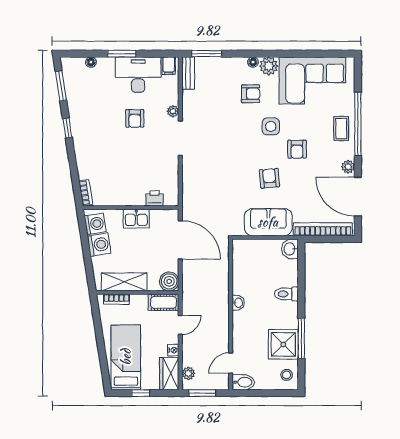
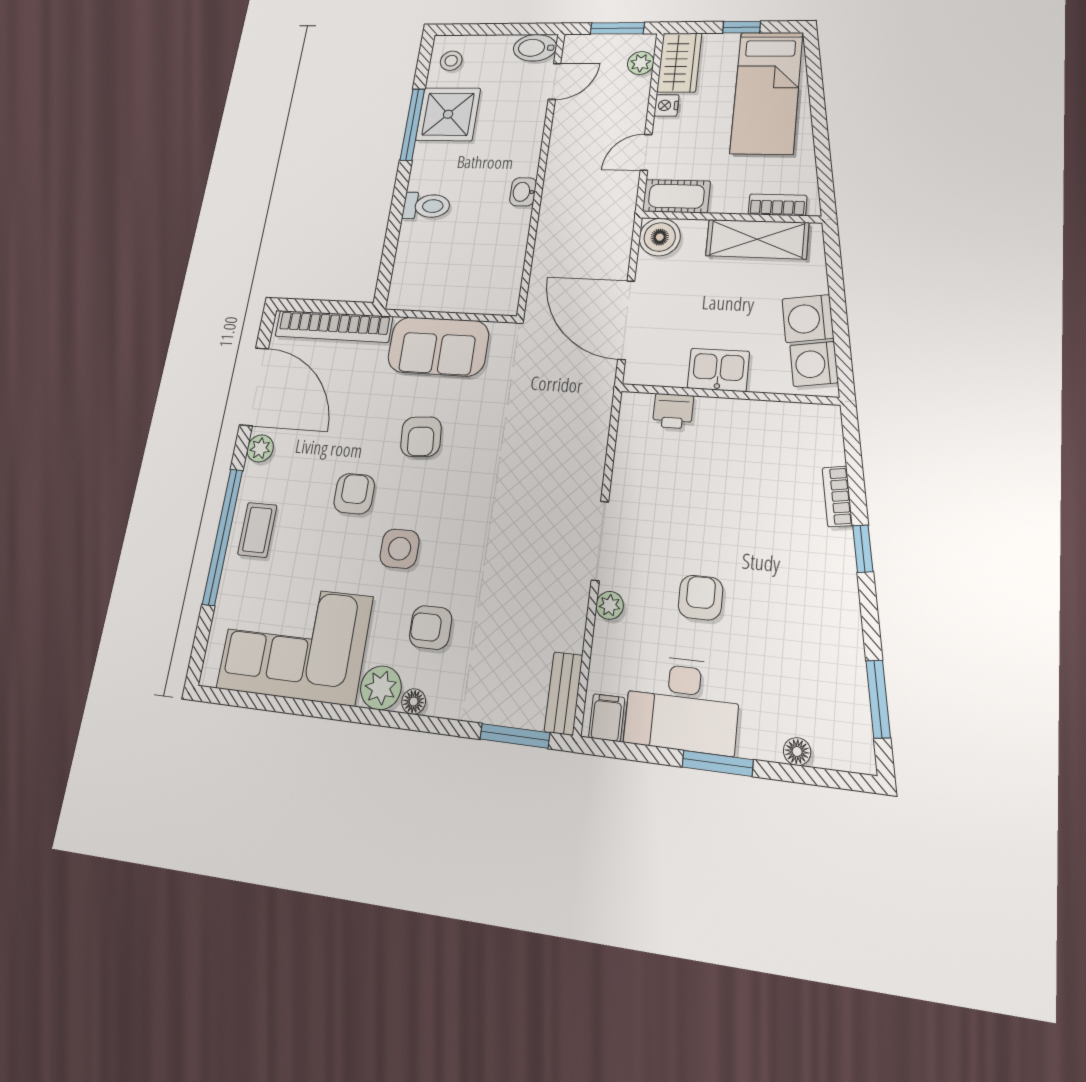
window: (67, 128) -> (863, 549), moved
bookcase: (86, 193) -> (837, 496), moved
washbasin: (290, 249) -> (404, 291), removed

